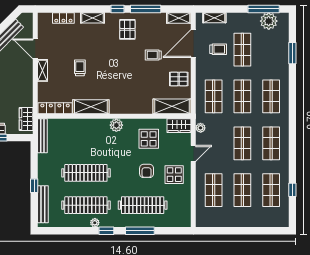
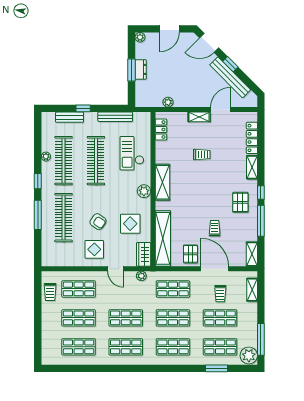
locker: (63, 18) -> (252, 138), width x1.53
plant: (269, 21) -> (249, 355), moved
pallet: (127, 29) -> (240, 202), turned 90
door: (193, 44) -> (215, 269), moved
shop shelf: (271, 50) -> (220, 347), added
plant: (28, 101) -> (168, 102), added
shelving: (172, 106) -> (163, 238), width x1.47
shelving: (91, 107) -> (163, 182), moved
locker: (55, 108) -> (161, 130), width x0.66
wardrobe: (26, 119) -> (150, 100), removed
bench: (42, 136) -> (115, 117), moved
checkout: (79, 137) -> (132, 153), added
armchair: (147, 171) -> (98, 222), turned -145
window: (292, 190) -> (79, 368), removed
bench: (43, 204) -> (70, 117), width x0.73
trolley: (217, 218) -> (50, 292), added
plant: (95, 223) -> (46, 157), moved

